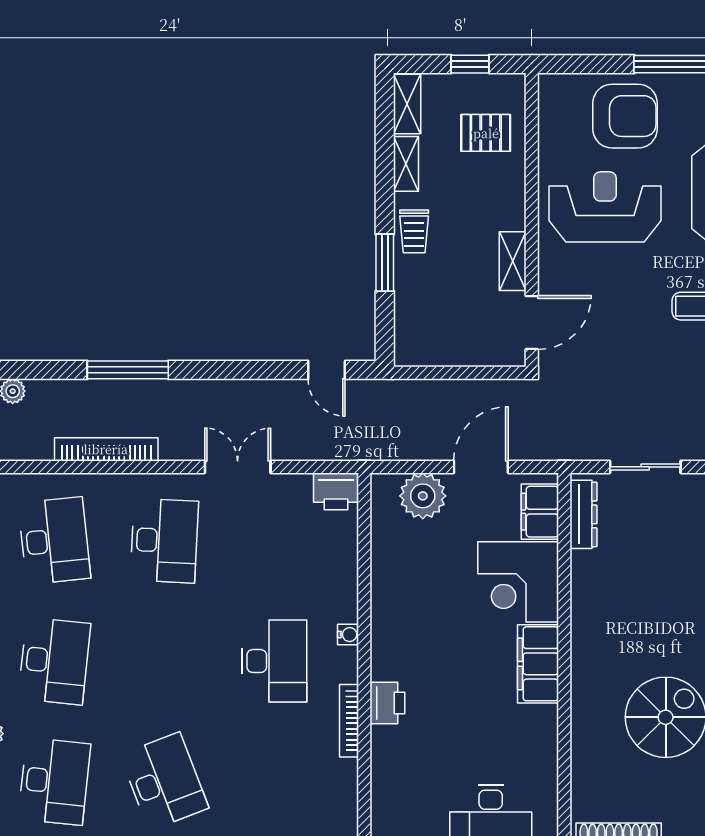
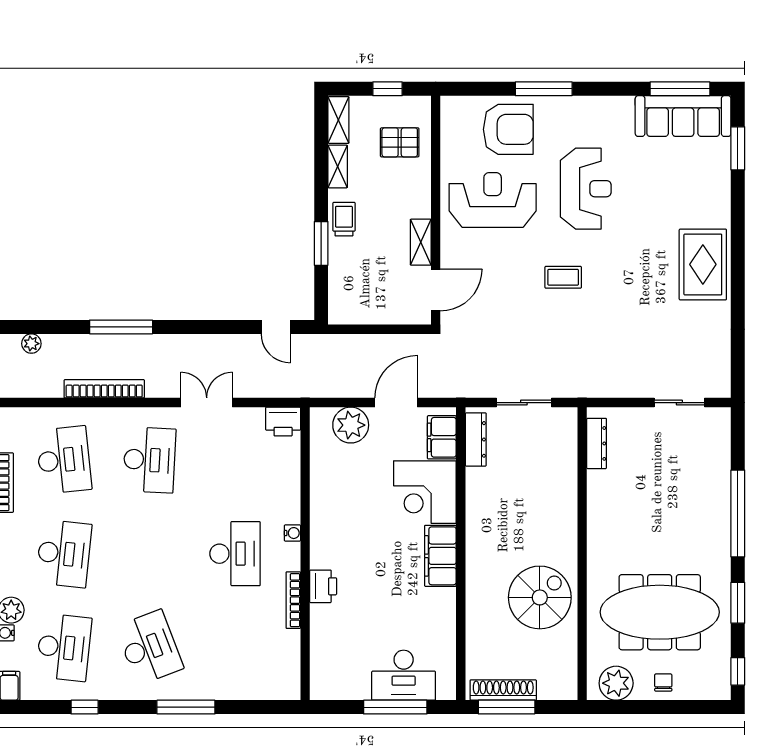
trolley: (414, 231) -> (344, 219), turned 180

